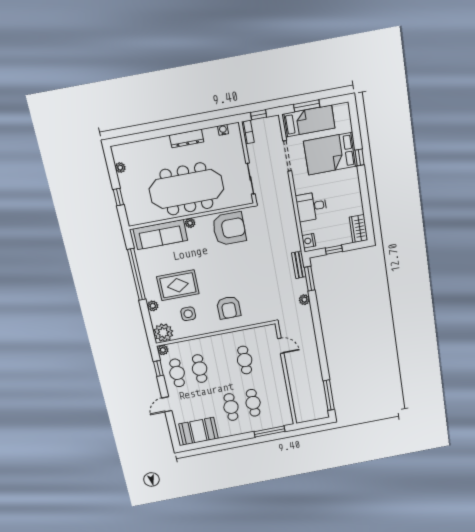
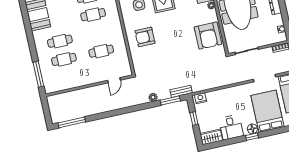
window: (360, 157) -> (252, 137), moved
floor lamp: (352, 175) -> (252, 129), added
desk: (312, 206) -> (231, 127), moved, turned 180

